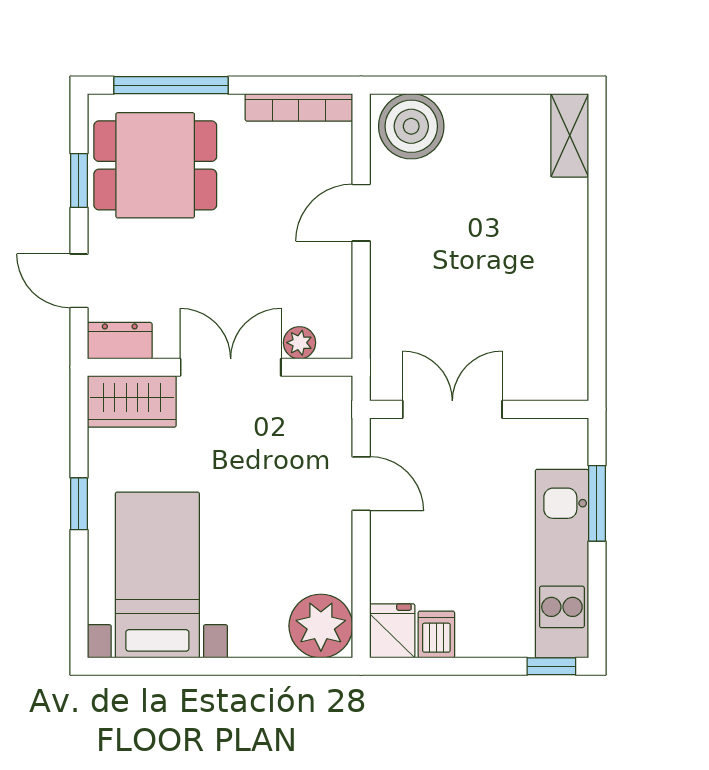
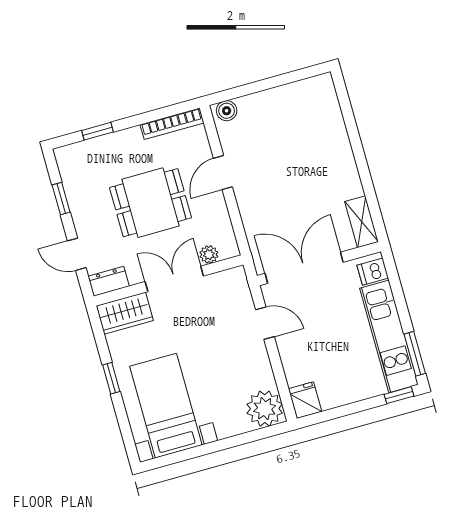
window: (171, 85) -> (97, 131), width x0.46
boiler: (411, 126) -> (227, 111), width x0.54, depth x0.54
shelving: (570, 135) -> (362, 222), moved
dining table: (155, 165) -> (151, 203), moved
double door: (452, 409) -> (304, 268), width x1.37
window: (597, 503) -> (415, 354), moved
dishwasher: (436, 634) -> (373, 272), moved, turned -90

